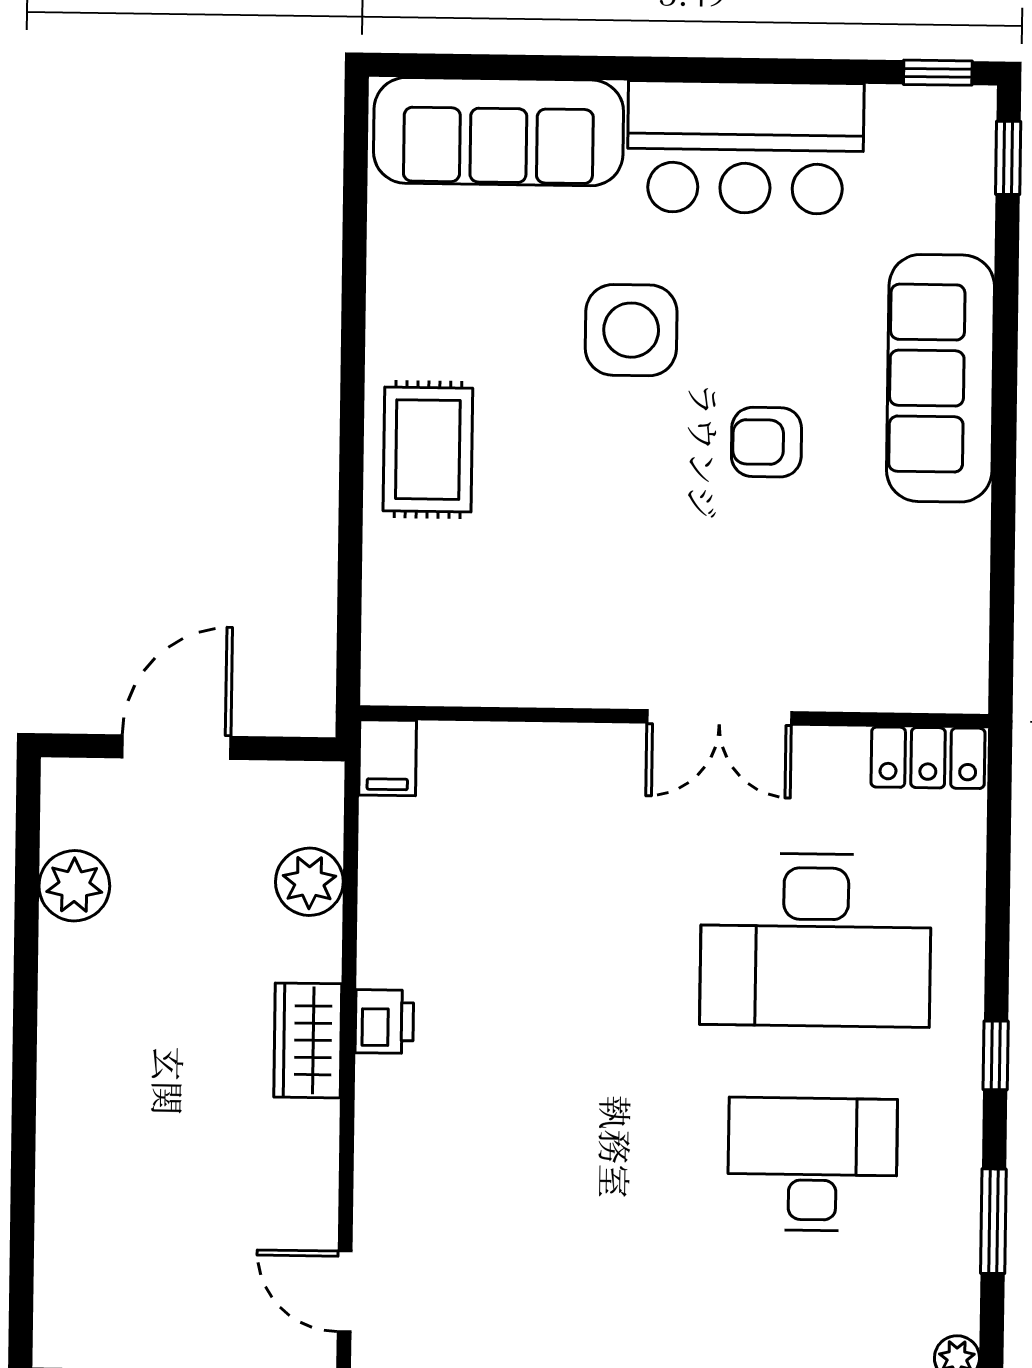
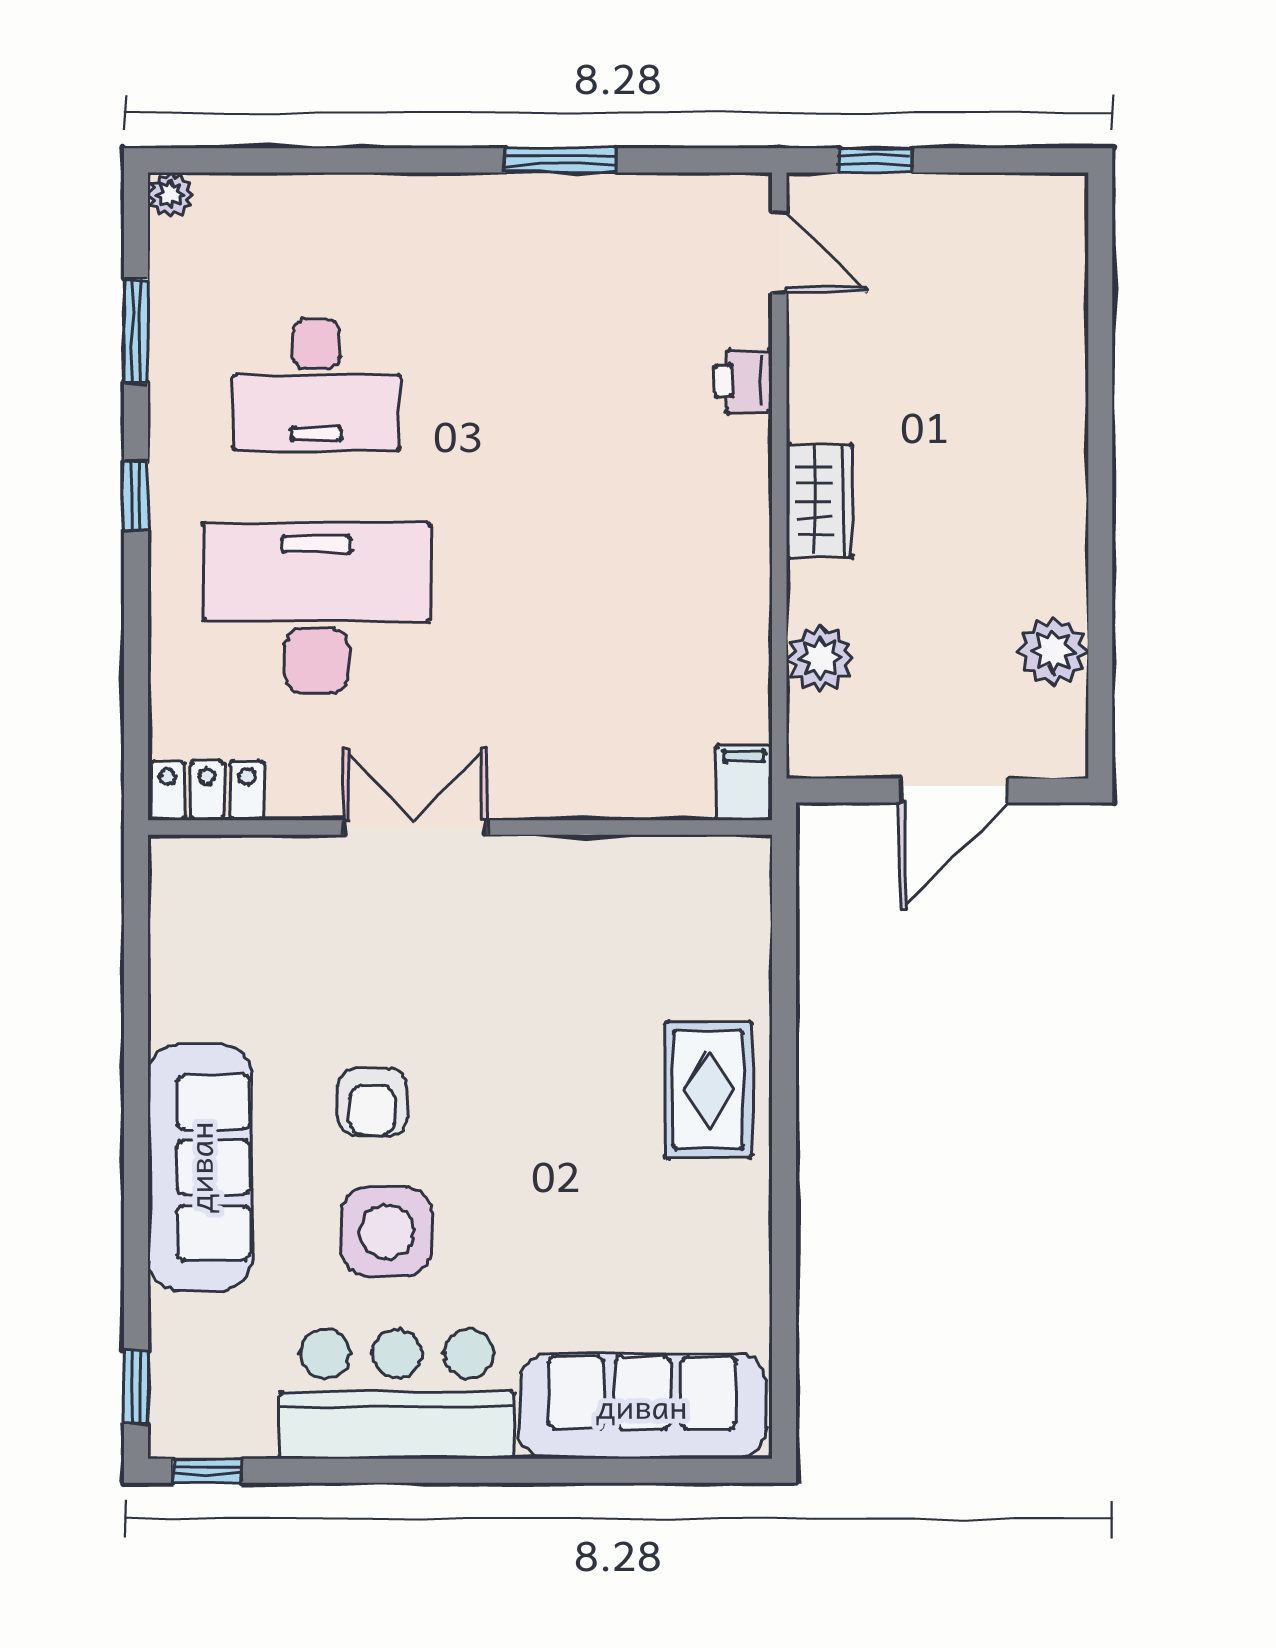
side table: (631, 330) -> (387, 1232), moved
armchair: (766, 442) -> (372, 1102), turned 90
printer: (384, 1022) -> (743, 381), moved

